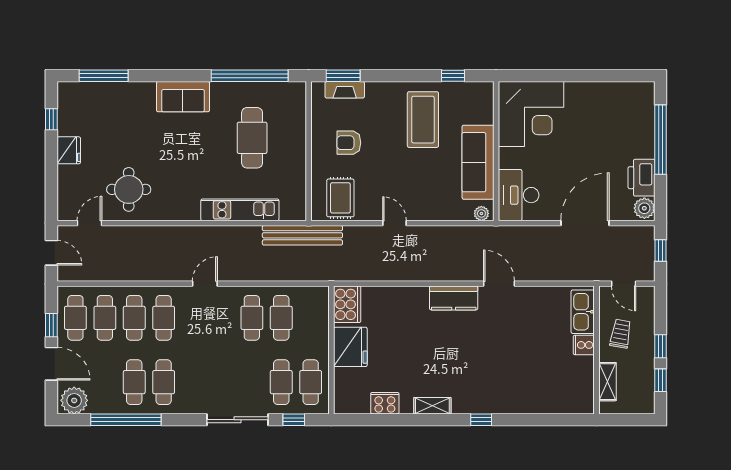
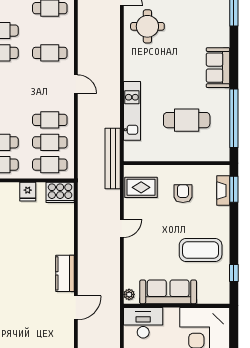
cafe table: (134, 318) -> (50, 165), moved
fridge: (350, 347) -> (28, 192), width x0.53, depth x0.75

